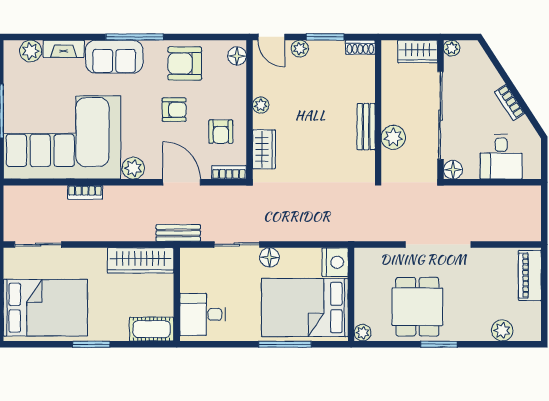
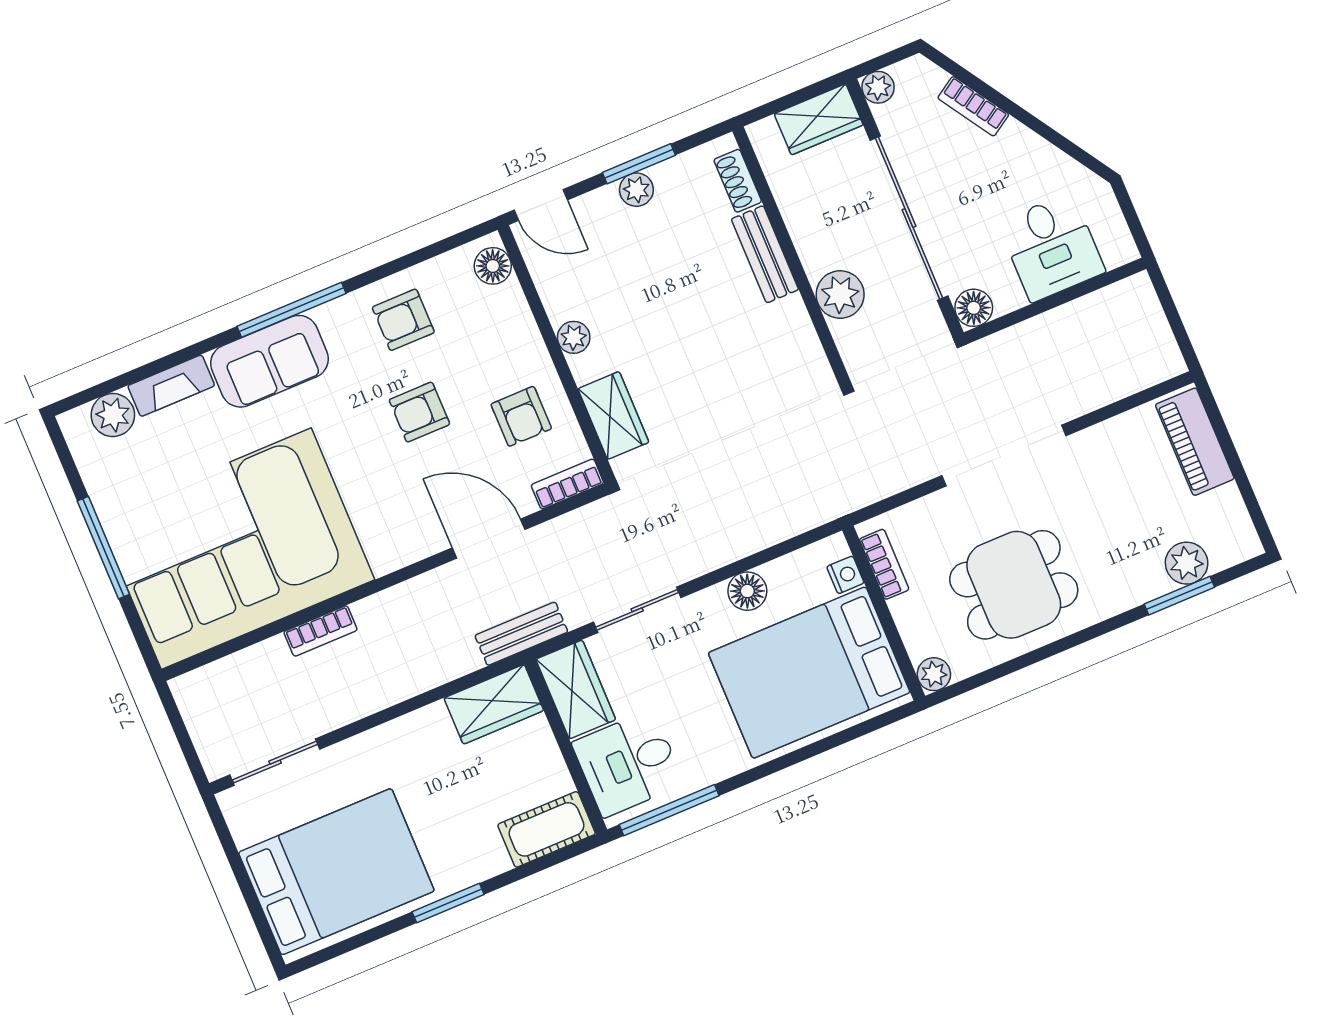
shoe rack: (360, 47) -> (738, 181), moved, turned 90
plant: (300, 49) -> (636, 190), moved
armchair: (185, 64) -> (403, 320), width x0.72, depth x0.72
bookcase: (510, 103) -> (973, 106), moved
armchair: (174, 110) -> (419, 412), turned 180
bench: (366, 127) -> (765, 254), moved
plant: (133, 168) -> (390, 550), removed
floor lamp: (269, 257) -> (747, 591), moved
wardrobe: (141, 260) -> (494, 704), width x0.67
nightstand: (335, 262) -> (845, 575), width x0.53, depth x0.56
wardrobe: (193, 270) -> (576, 690), added
bookcase: (361, 272) -> (884, 564), added
dining table: (417, 307) -> (1014, 585), turned 90
window: (285, 344) -> (669, 810), moved
window: (439, 344) -> (1179, 596), moved

